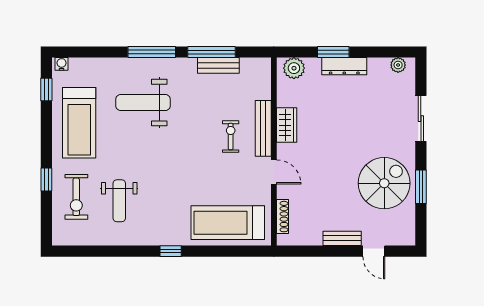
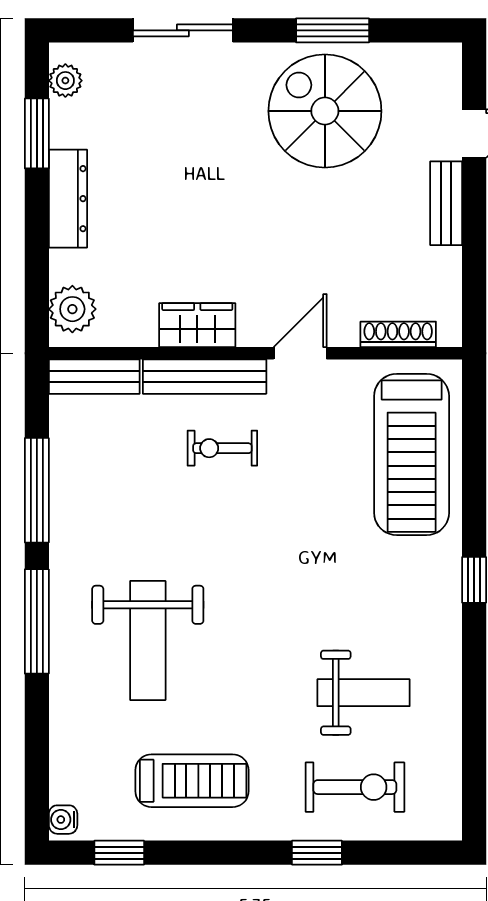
window: (333, 52) -> (37, 133), moved
bench: (218, 65) -> (94, 377), moved, turned 90
treadmill: (79, 123) -> (192, 781), width x0.73, depth x0.73

